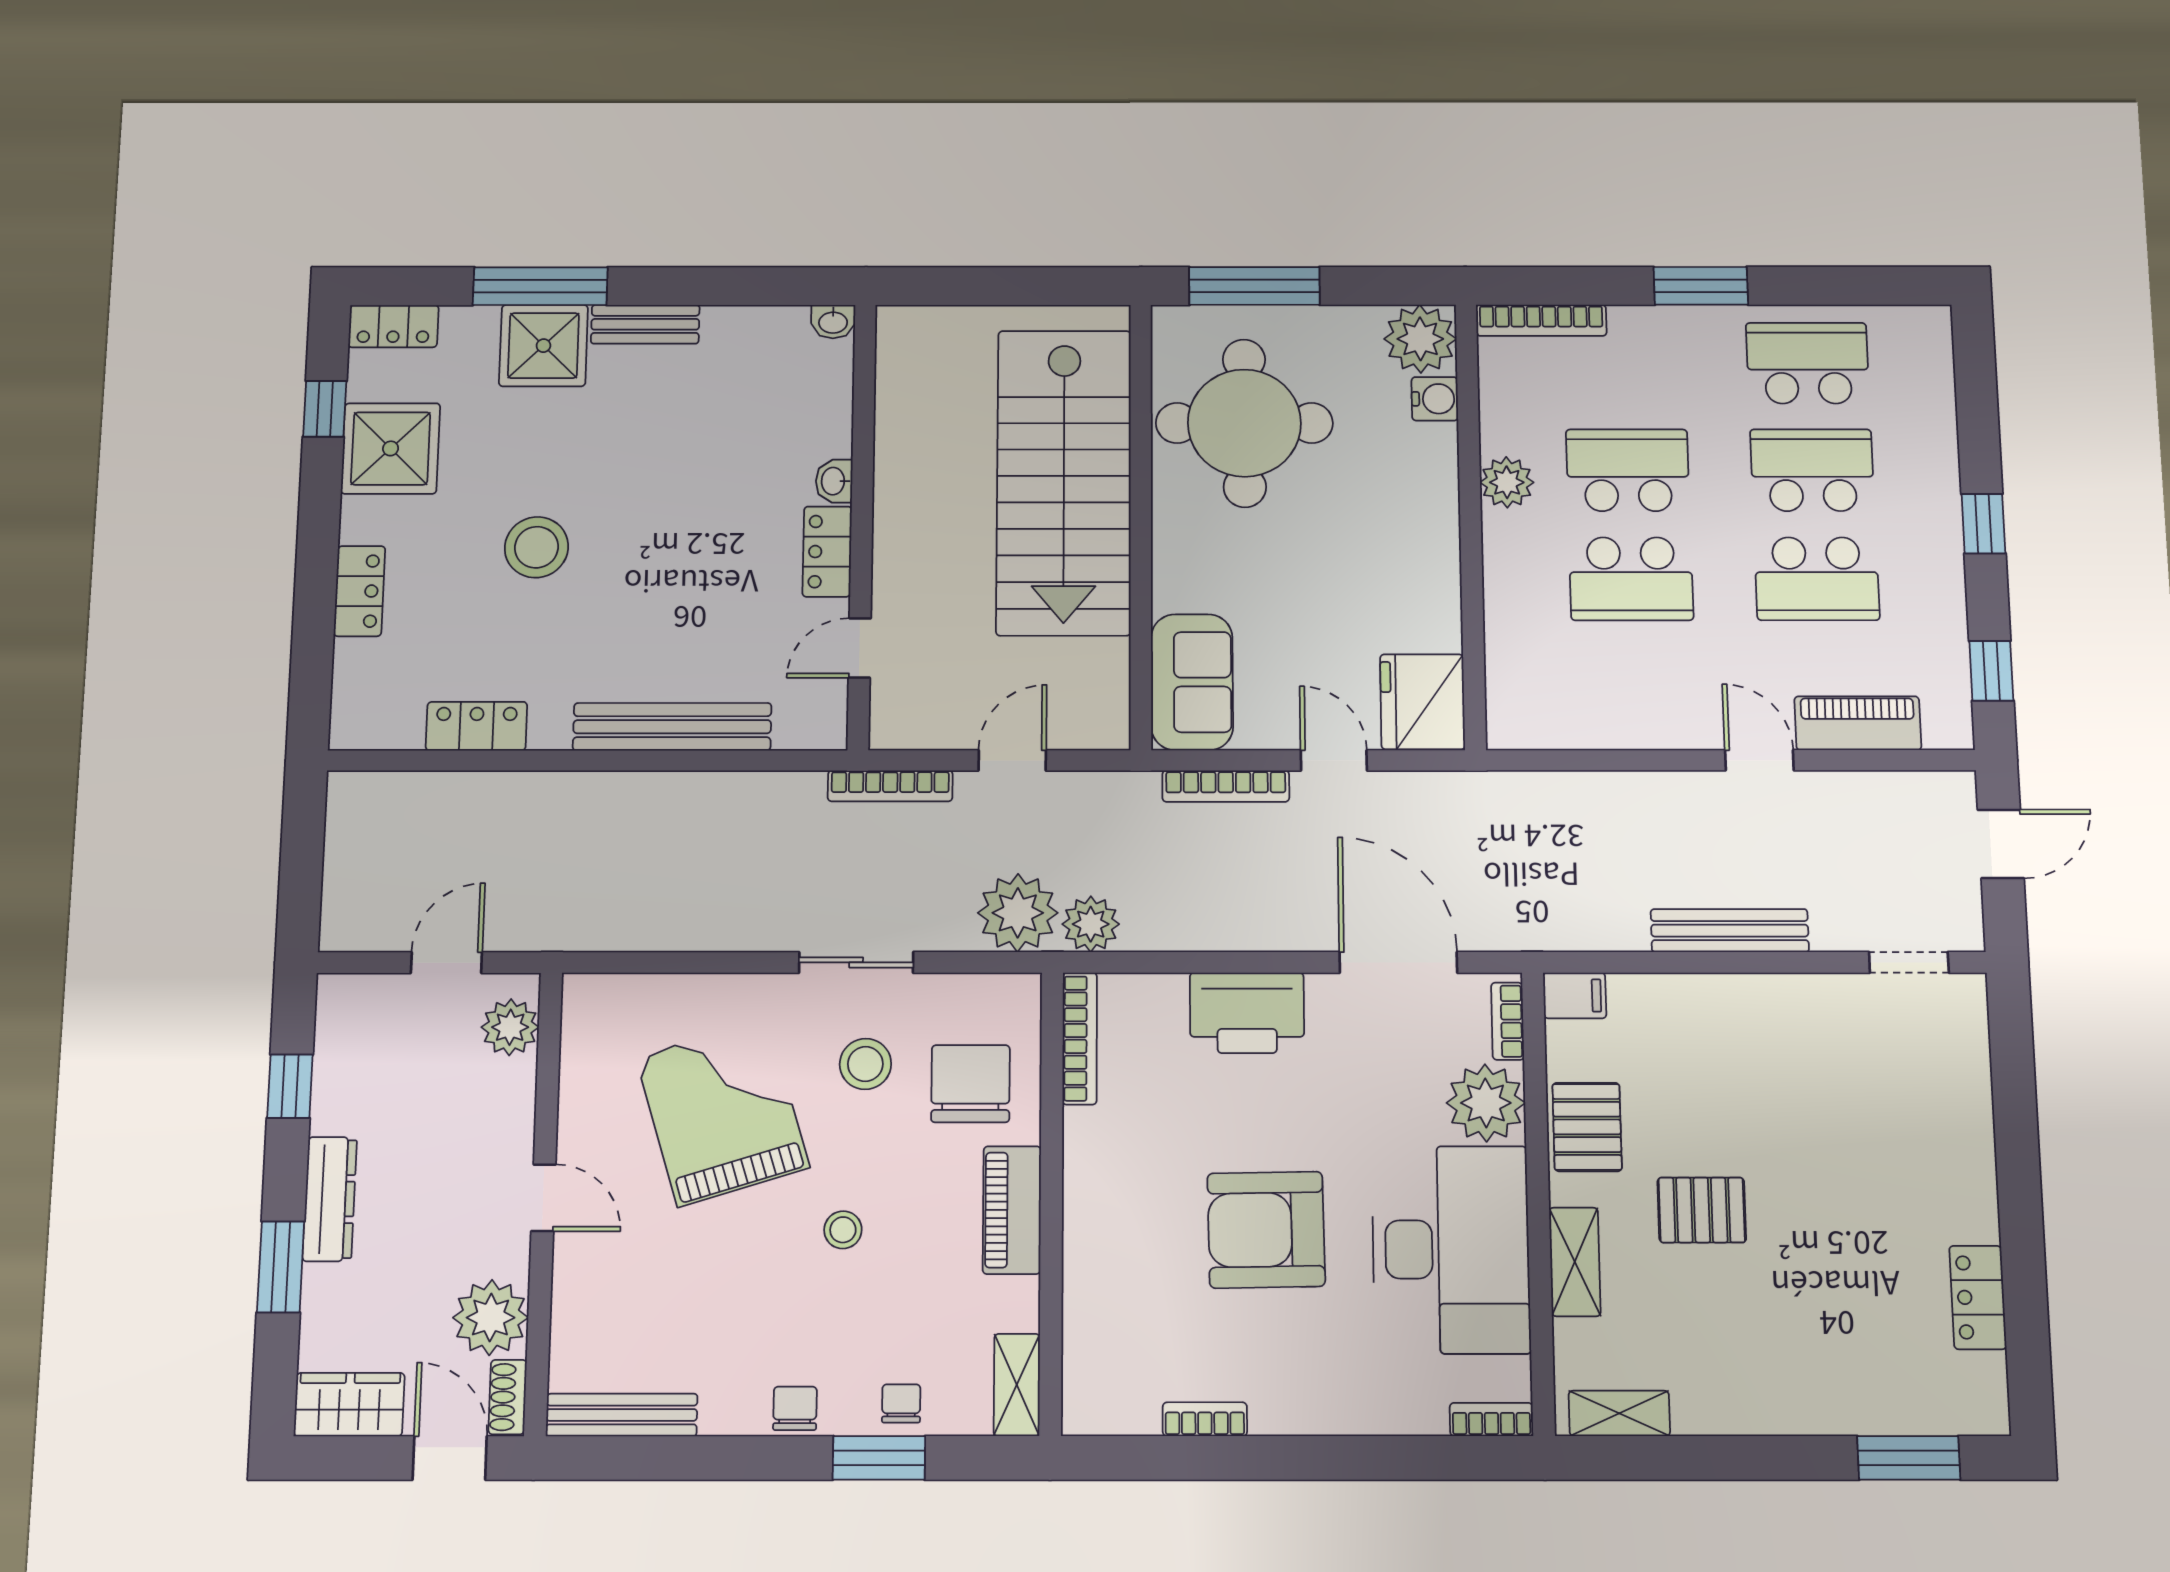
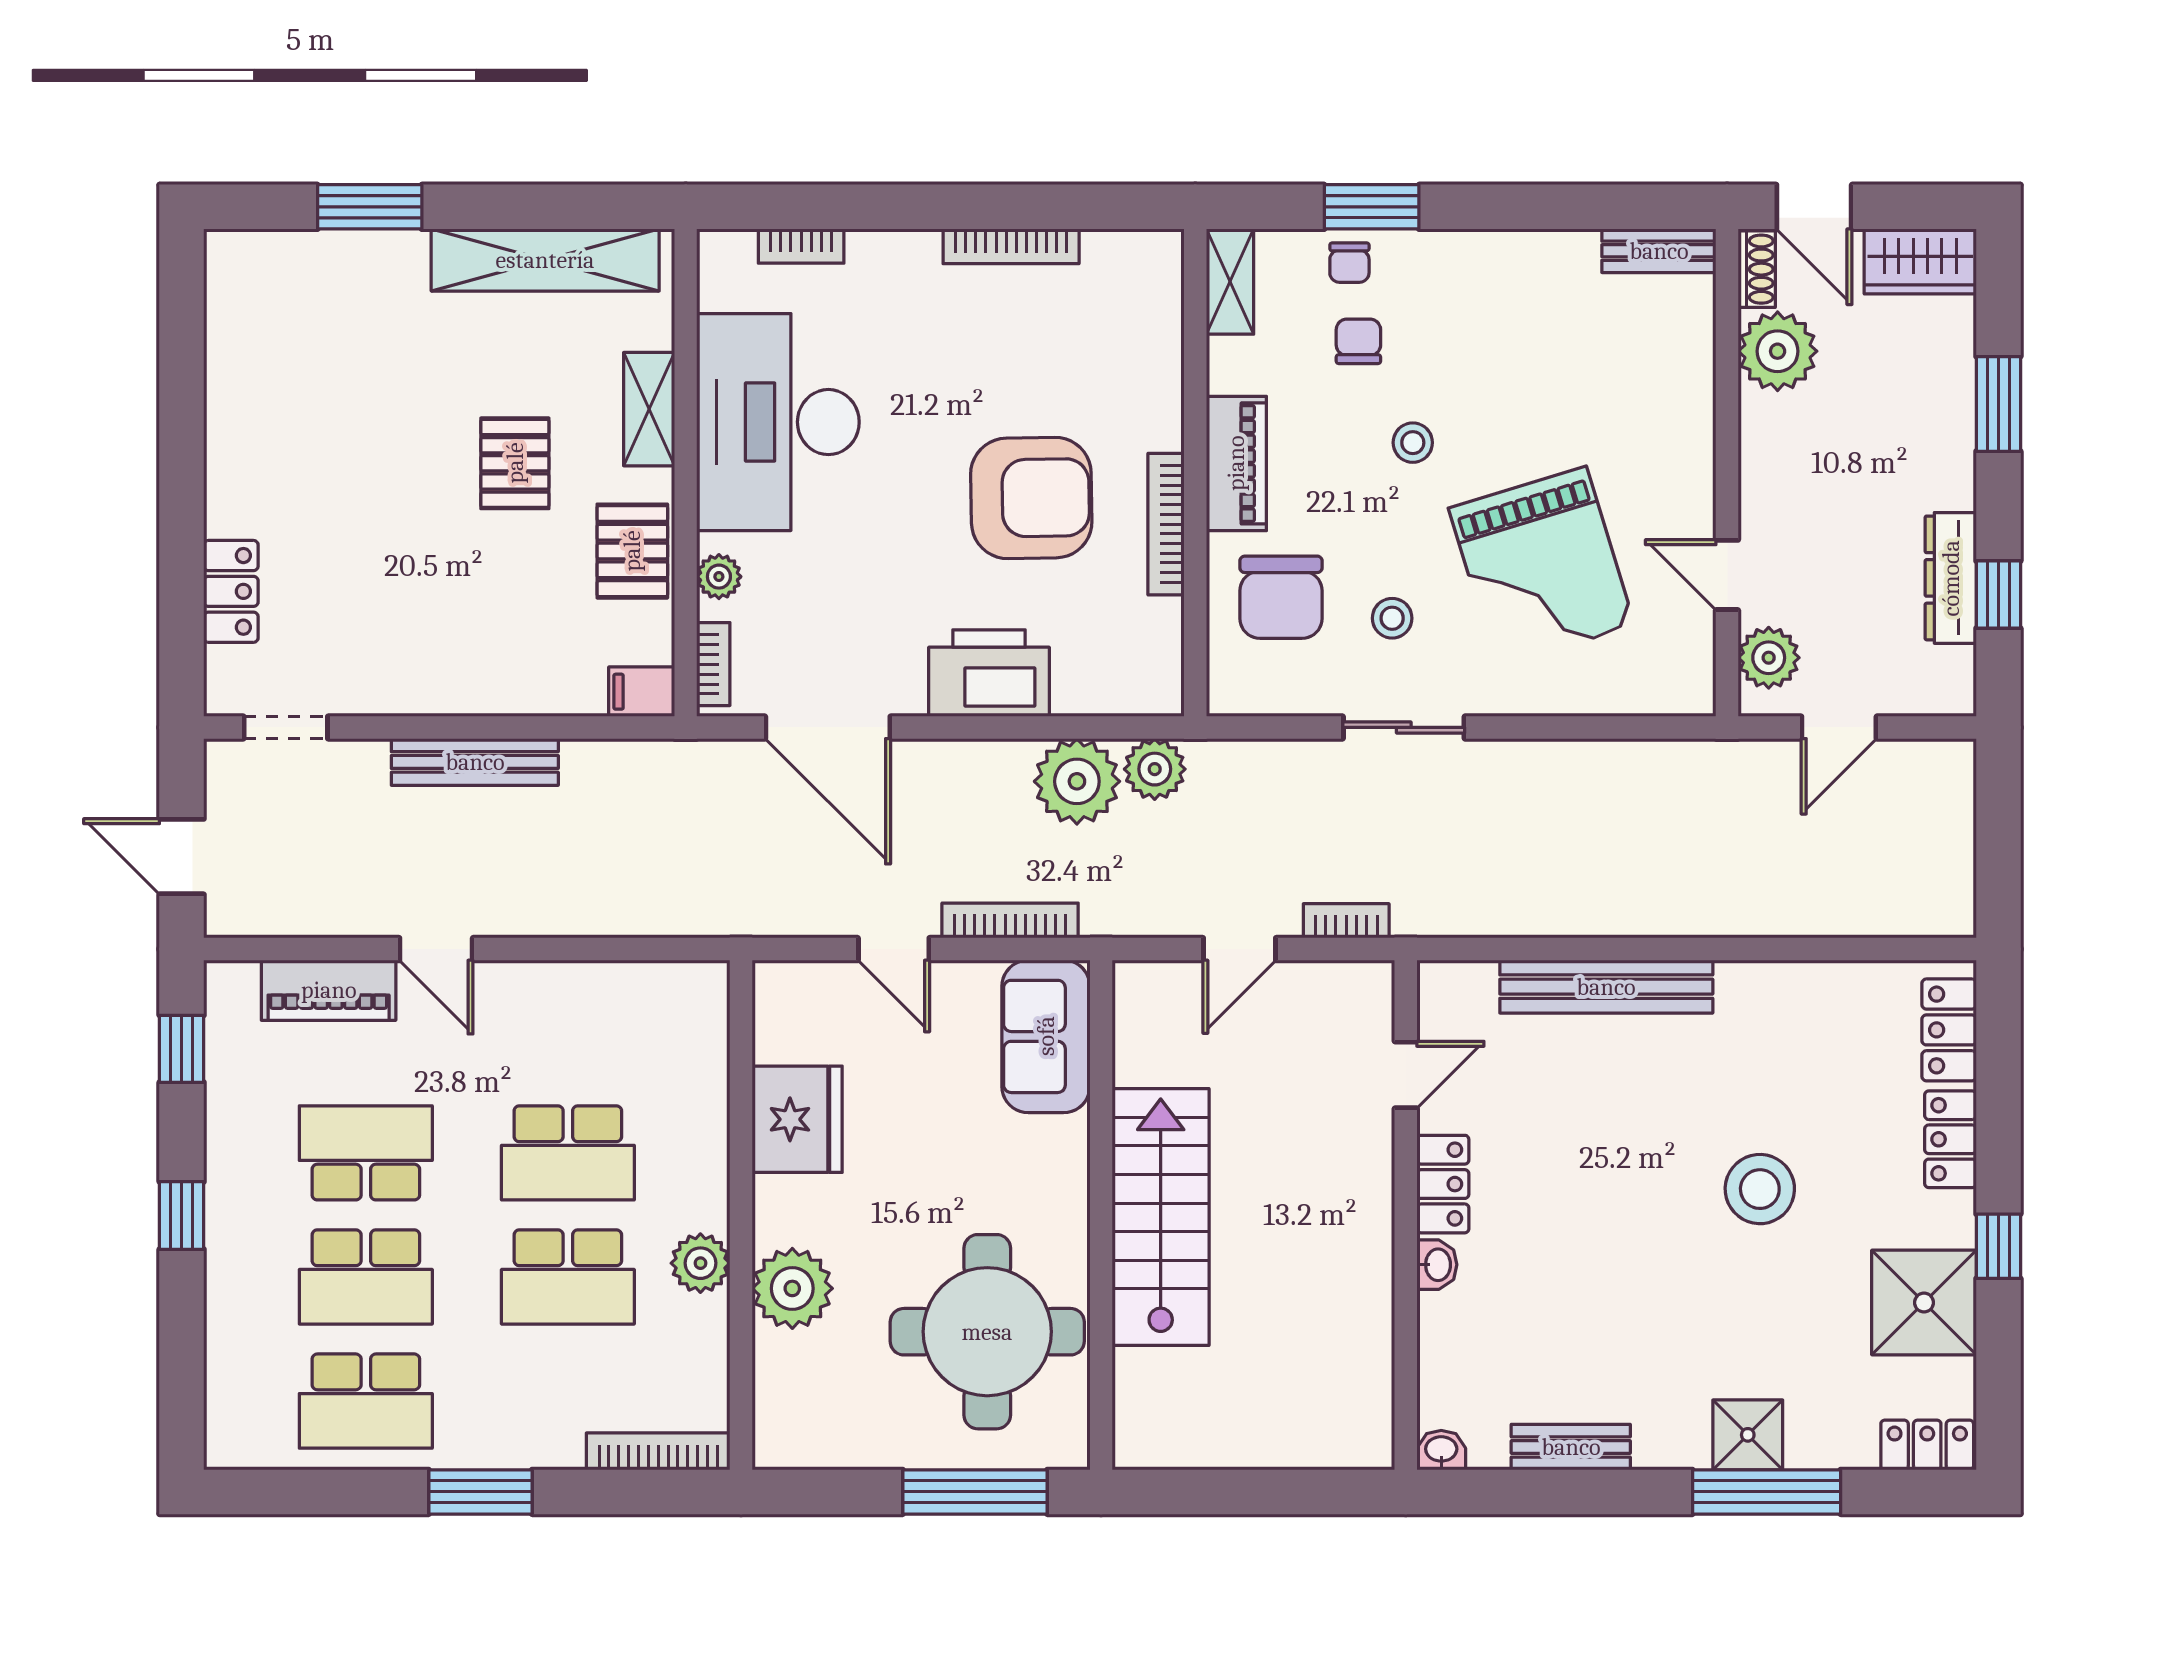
bench: (645, 324) -> (1571, 1447), moved
plant: (1420, 339) -> (792, 1288), moved
shower: (543, 346) -> (1748, 1435), width x0.73, depth x0.73
water cooler: (1435, 399) -> (777, 1360), removed
window: (325, 409) -> (1998, 1246), moved
stairs: (1064, 482) -> (1161, 1217), width x0.73, depth x0.66
school desk: (1631, 579) -> (568, 1153), turned 180
fridge: (1423, 702) -> (797, 1119), moved
locker: (476, 726) -> (1949, 1030), moved, turned 90
bookcase: (890, 786) -> (1346, 921), width x0.64
door: (2001, 844) -> (182, 857), hinge flipped
plant: (1018, 913) -> (1077, 781), moved
bookcase: (1080, 1038) -> (1166, 524), moved
stool: (865, 1064) -> (1392, 618), width x0.73, depth x0.73
plant: (1486, 1103) -> (719, 577), width x0.53, depth x0.53
door: (543, 1198) -> (1727, 575), moved
dresser: (330, 1199) -> (1951, 578), moved
pallet: (1702, 1210) -> (515, 463), turned 90
armchair: (1266, 1230) -> (1031, 498), moved
locker: (1978, 1297) -> (231, 591), moved
chair: (795, 1408) -> (1358, 341), moved, turned 180
shelving: (1619, 1413) -> (545, 260), width x2.20, depth x1.33
bench: (622, 1415) -> (1659, 251), width x0.73
bookcase: (1205, 1419) -> (1011, 246), width x1.56
bookcase: (1491, 1419) -> (801, 246), moved
window: (1909, 1458) -> (370, 207), moved

